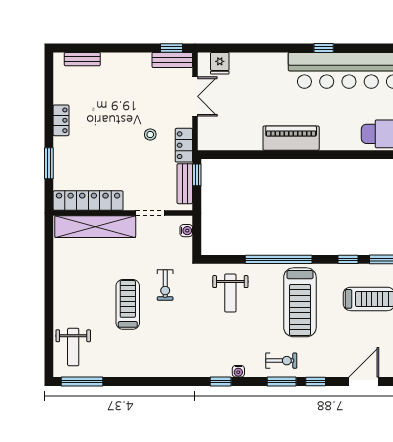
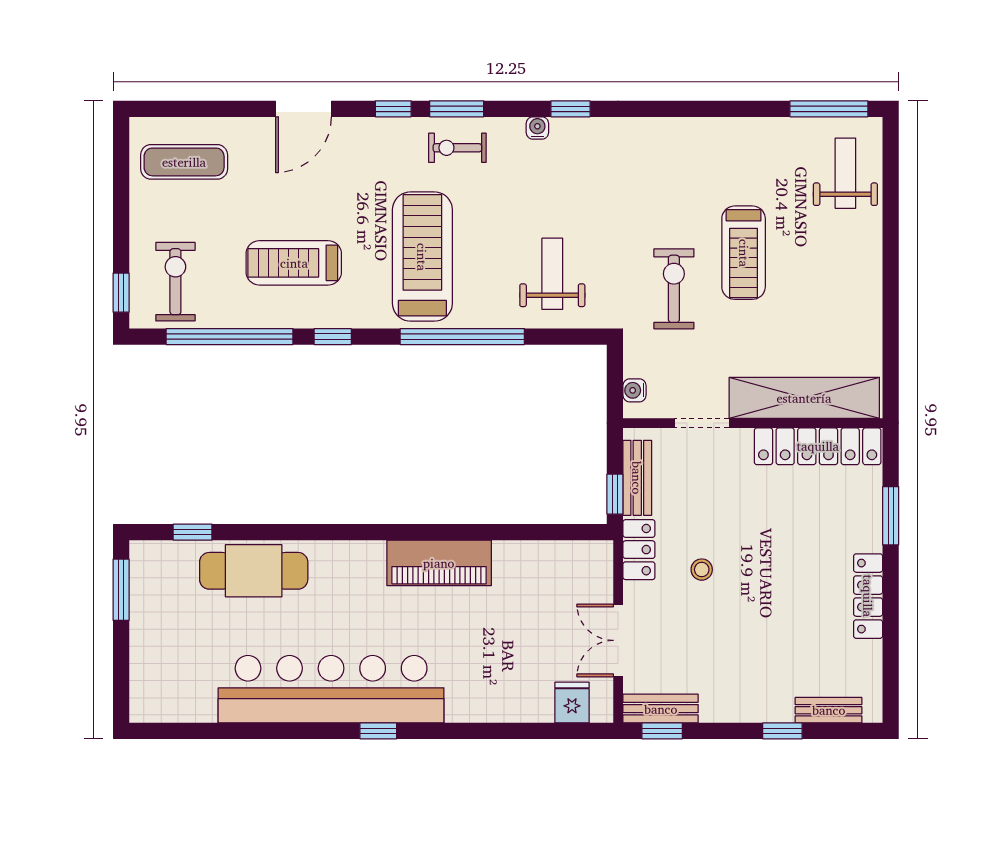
window: (107, 48) -> (782, 731), added
locker: (61, 120) -> (868, 596), width x1.53
exercise bike: (165, 285) -> (674, 289), width x1.38, depth x1.39

